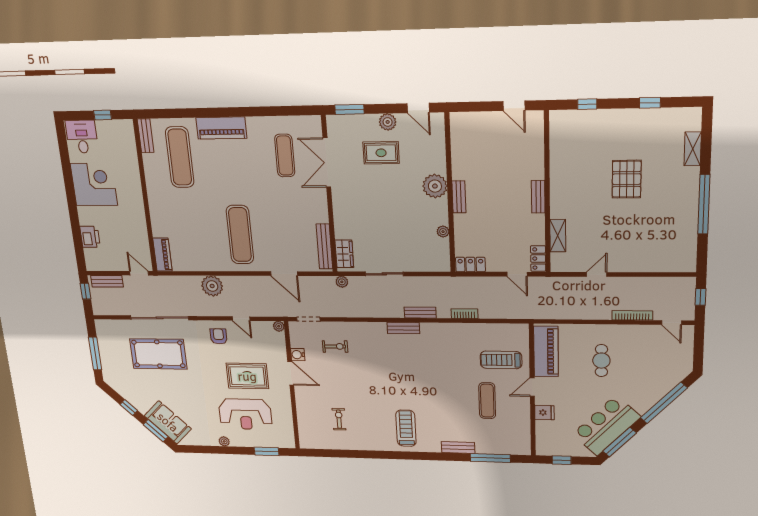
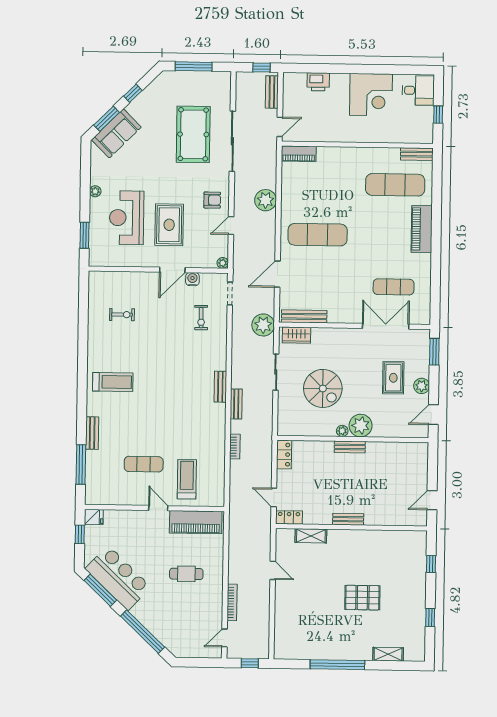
spiral stairs: (398, 226) -> (323, 388), added
plant: (443, 232) -> (342, 431), moved
door: (517, 274) -> (274, 497), hinge flipped
plant: (342, 282) -> (263, 325), width x1.87, depth x1.87
fridge: (544, 413) -> (94, 517), moved, turned -90

